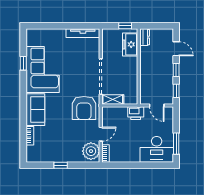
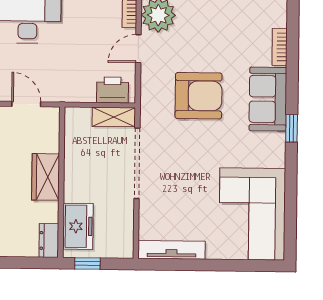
window: (23, 63) -> (292, 128), moved
wardrobe: (147, 69) -> (46, 177), added
corner sofa: (43, 70) -> (252, 214), moved
armchair: (84, 108) -> (199, 96), moved, turned 90
printer: (136, 113) -> (112, 90), moved

